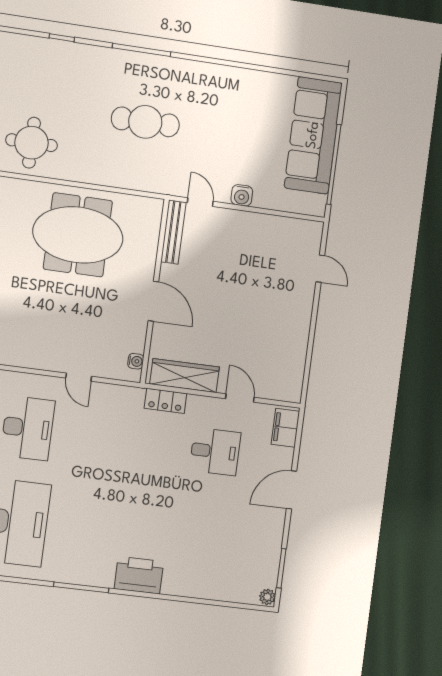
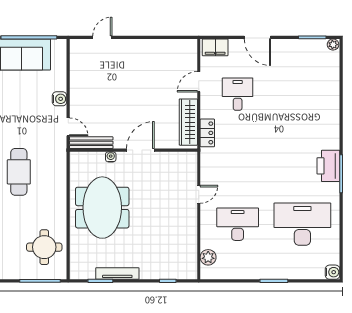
door: (200, 202) -> (68, 127), swing flipped
water cooler: (136, 361) -> (111, 157), moved
printer: (139, 575) -> (328, 166), moved

